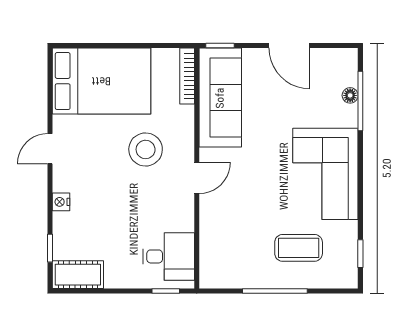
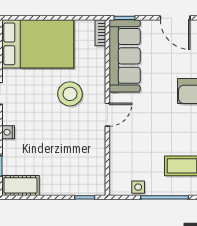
bookcase: (187, 76) -> (100, 33), width x0.64
desk: (169, 256) -> (87, 172), removed
side table: (239, 277) -> (138, 187), added

